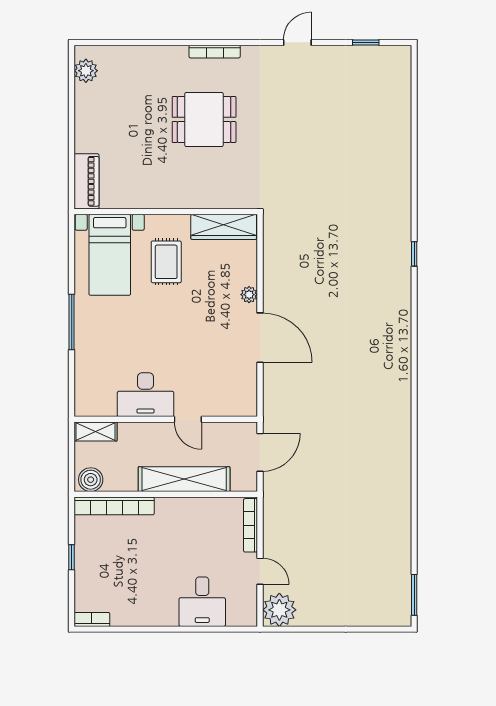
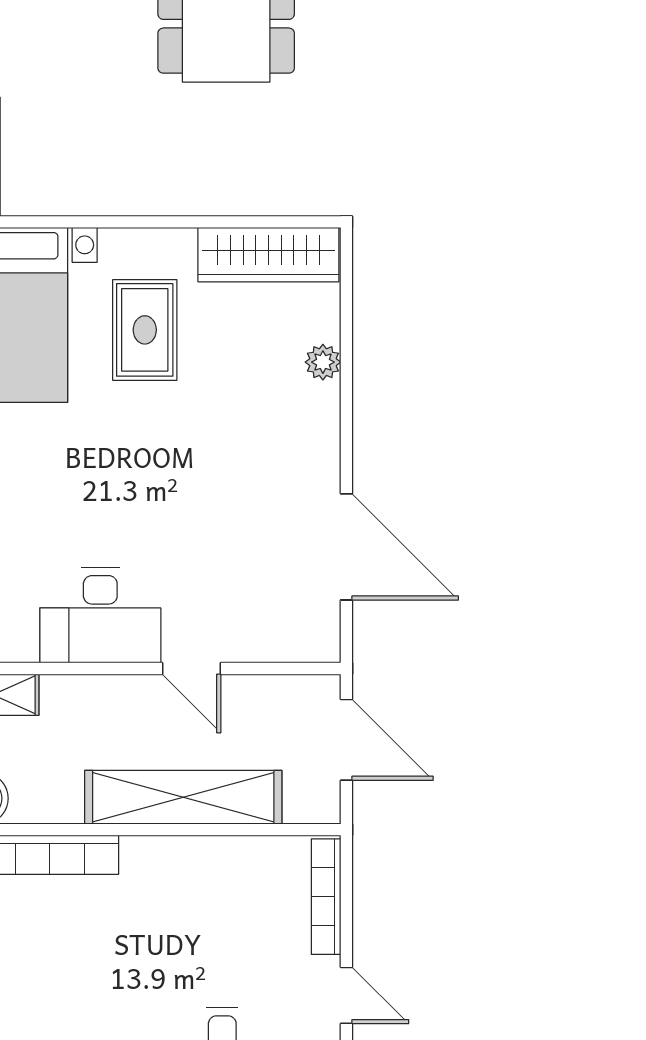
plant: (249, 295) -> (323, 362), moved
door: (260, 338) -> (346, 547), moved
door: (260, 452) -> (346, 740), hinge flipped

